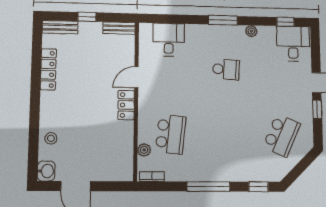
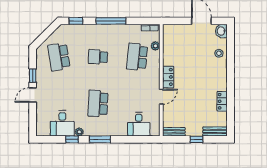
window: (285, 22) -> (72, 139), moved
desk: (293, 44) -> (62, 123), moved
locker: (48, 69) -> (222, 101), width x0.66
school desk: (226, 69) -> (98, 103), width x1.85
school desk: (227, 135) -> (98, 57), added
school desk: (282, 135) -> (59, 57), turned -33

